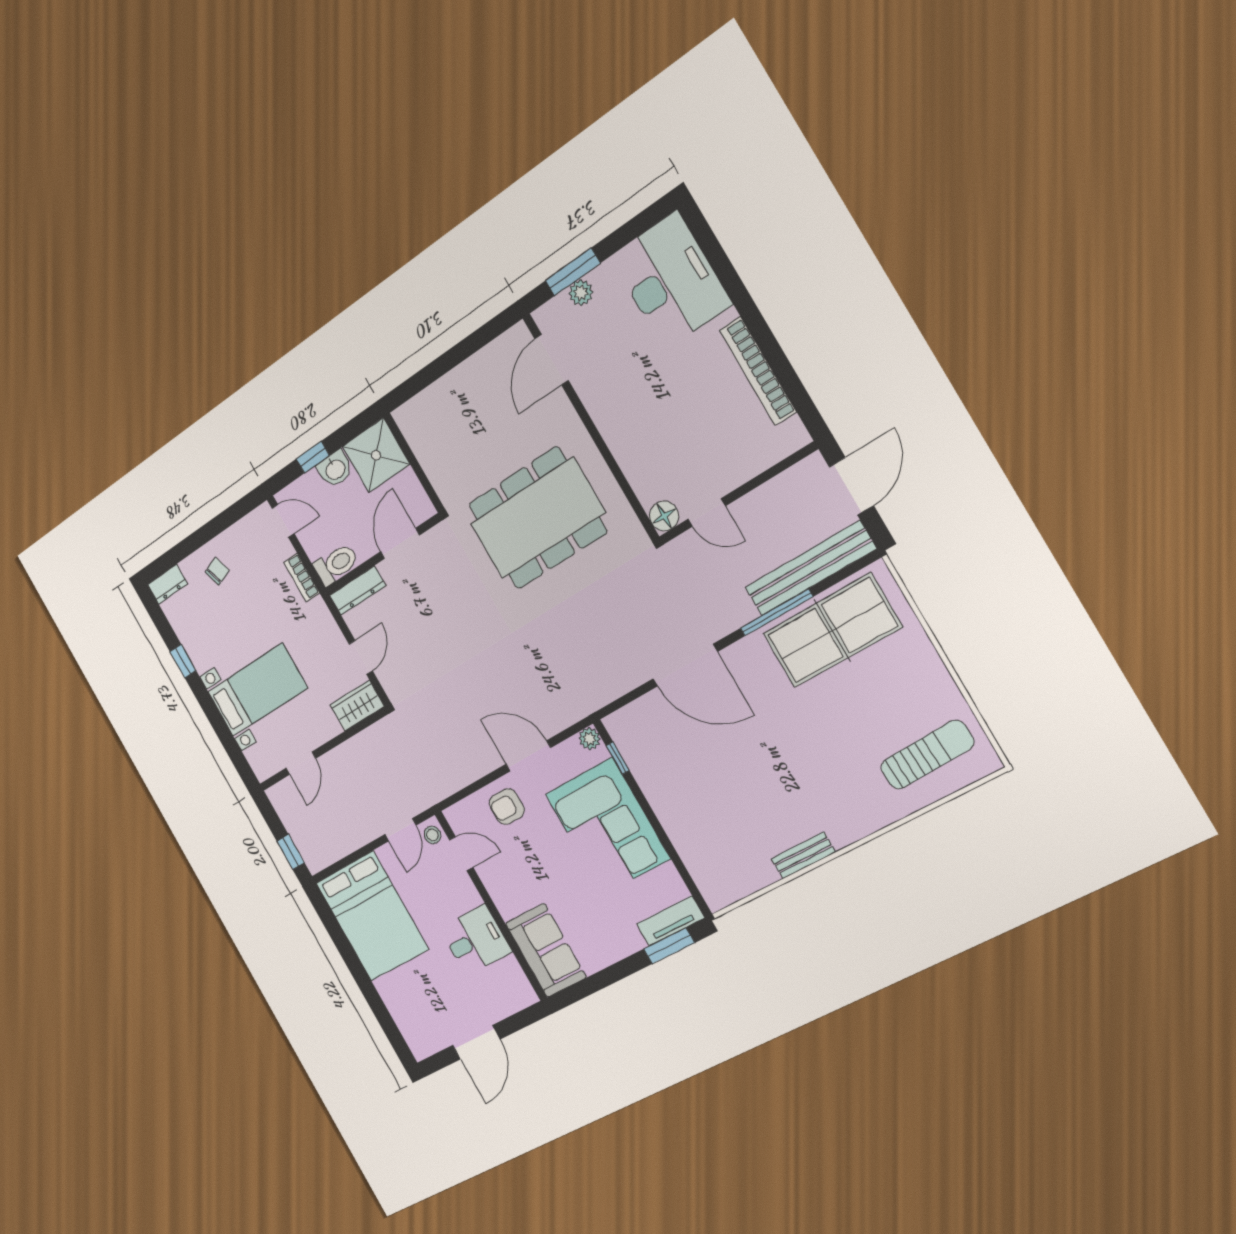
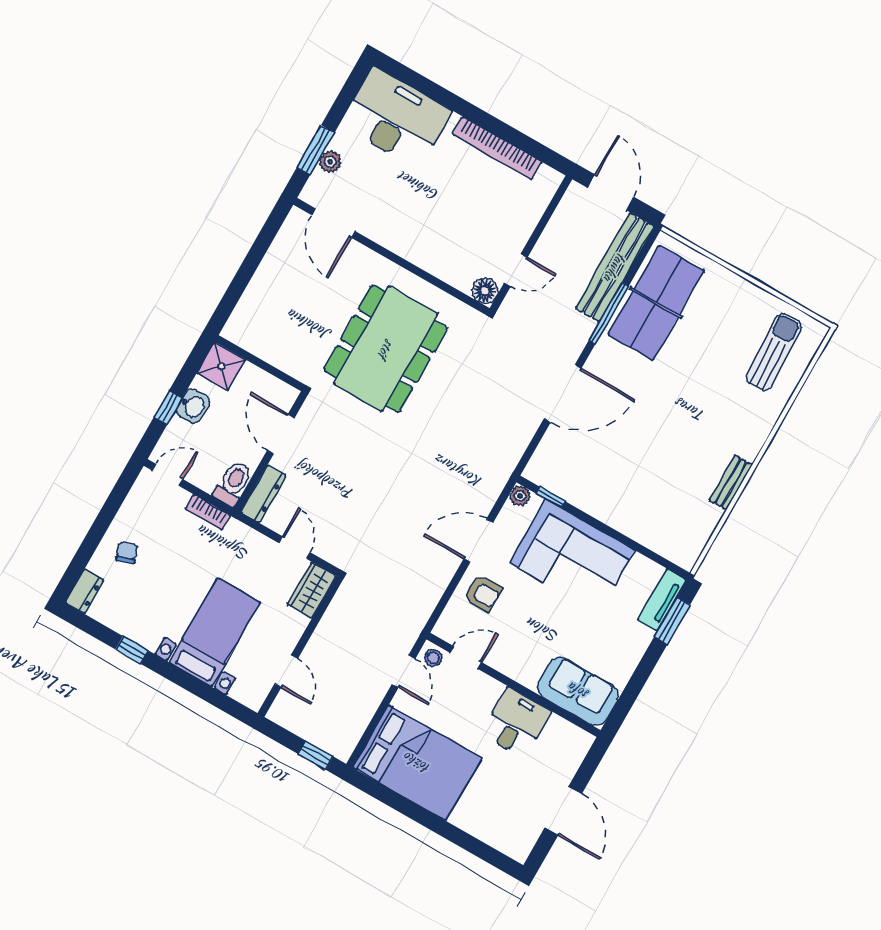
shower: (376, 455) -> (221, 366), width x0.73, depth x0.73
armchair: (507, 806) -> (483, 593), turned -90

